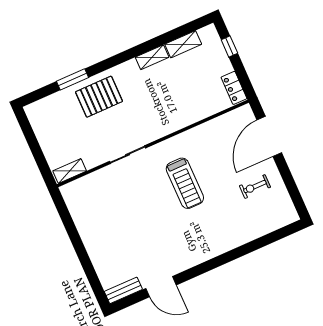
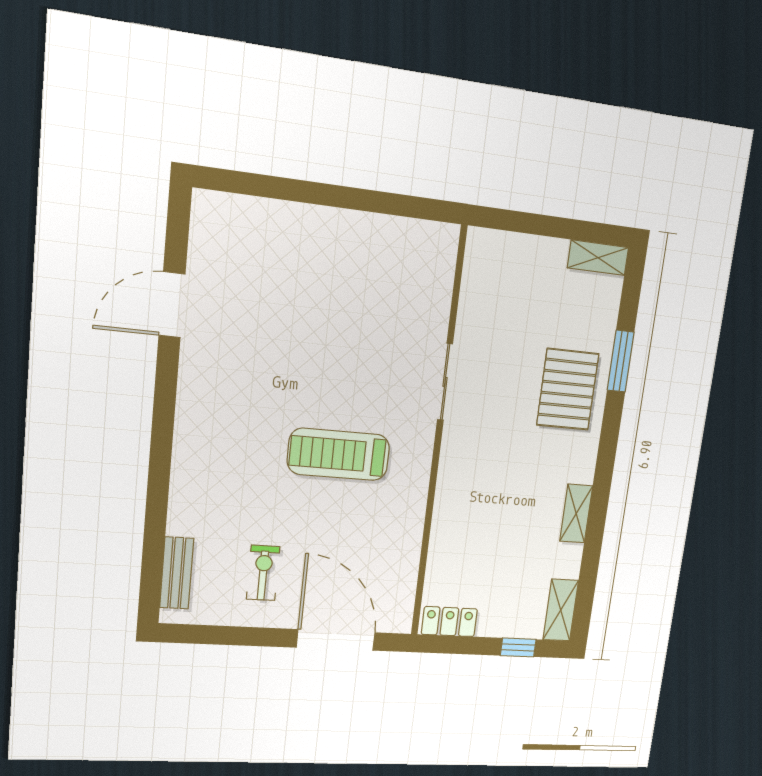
shelving: (183, 44) -> (561, 610), moved
shelving: (70, 171) -> (598, 258), moved, turned 90
bench: (123, 290) -> (177, 573), moved

